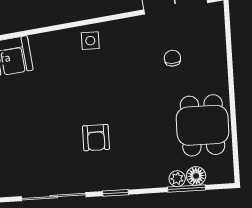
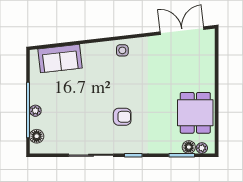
chair: (172, 58) -> (178, 66), removed
armchair: (96, 138) -> (122, 117), turned -90
plant: (177, 179) -> (202, 148), moved

